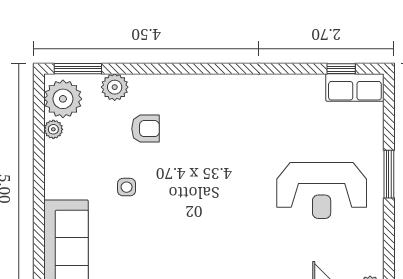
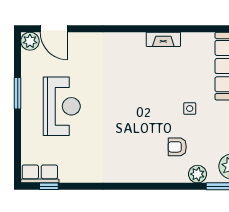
window: (389, 174) -> (18, 93), moved
reception desk: (322, 190) -> (62, 106), turned 90

